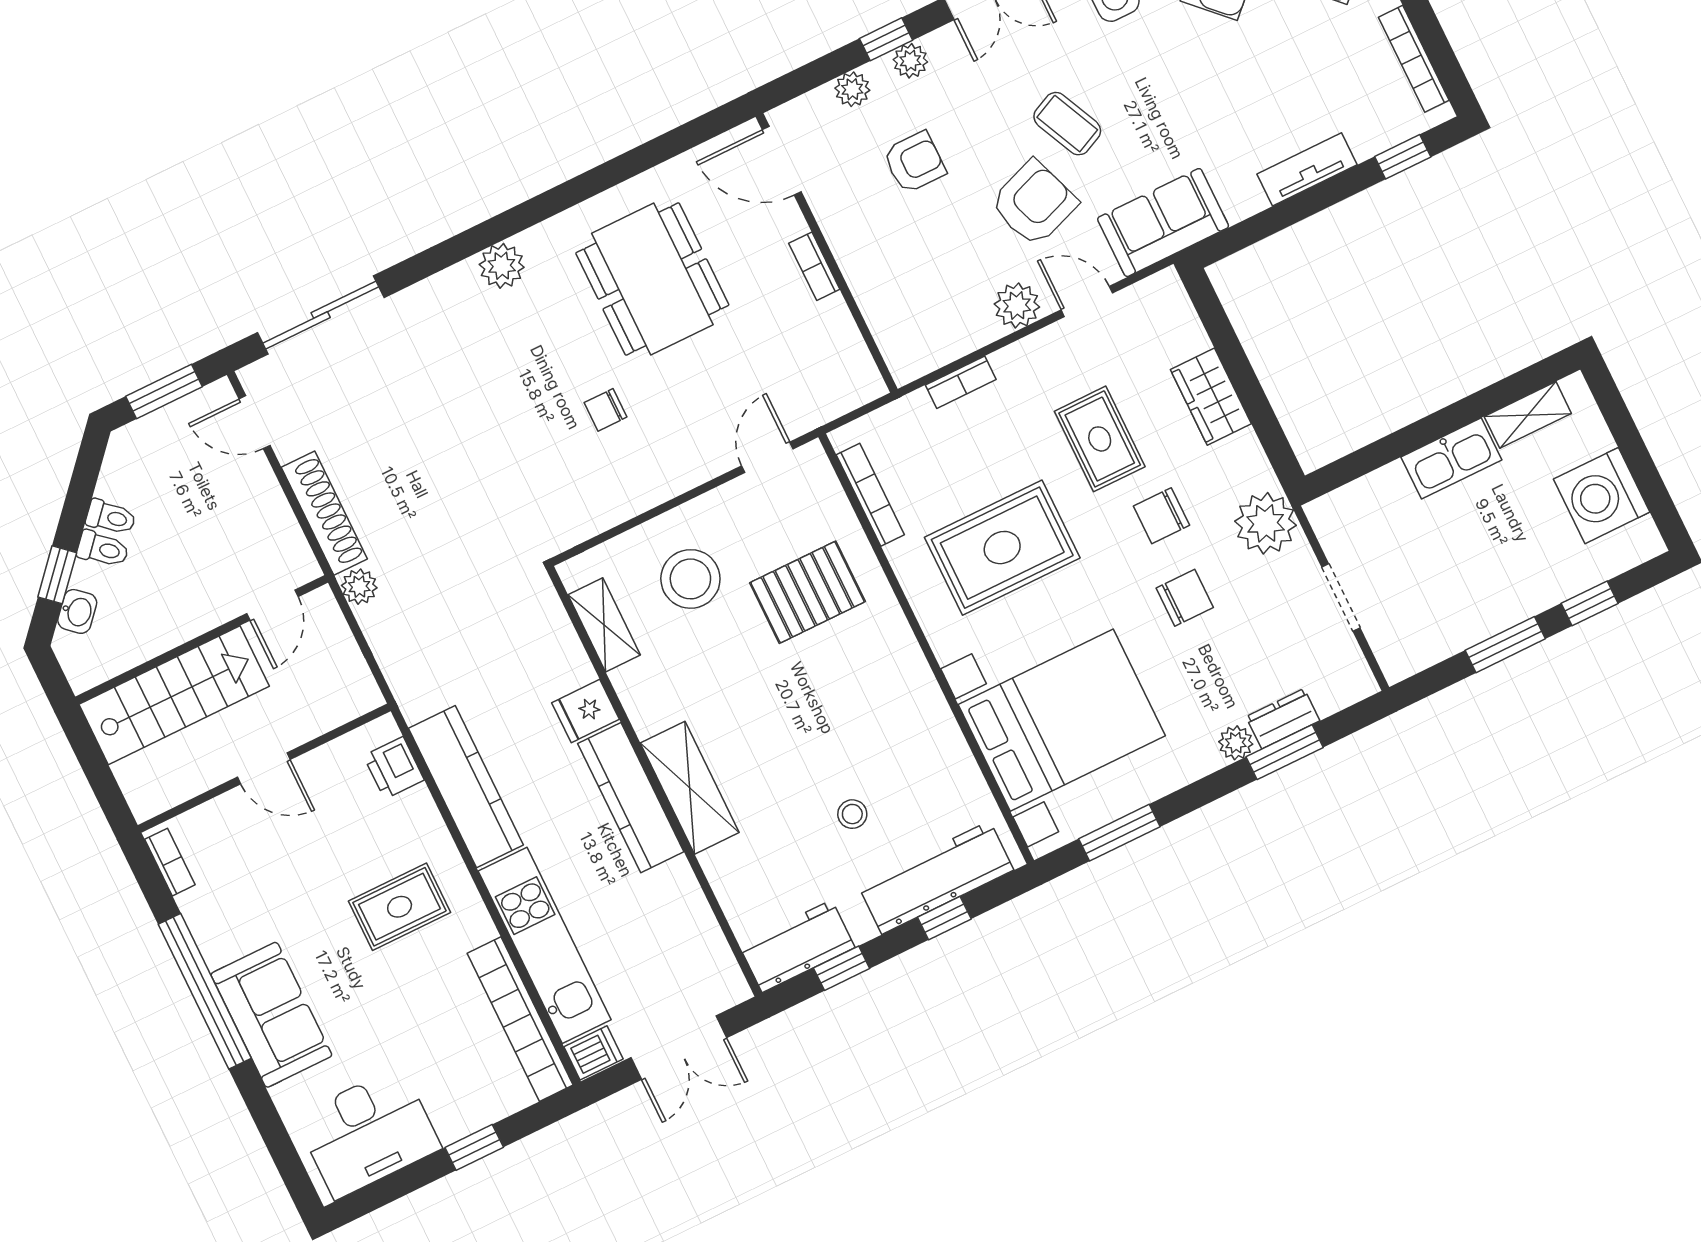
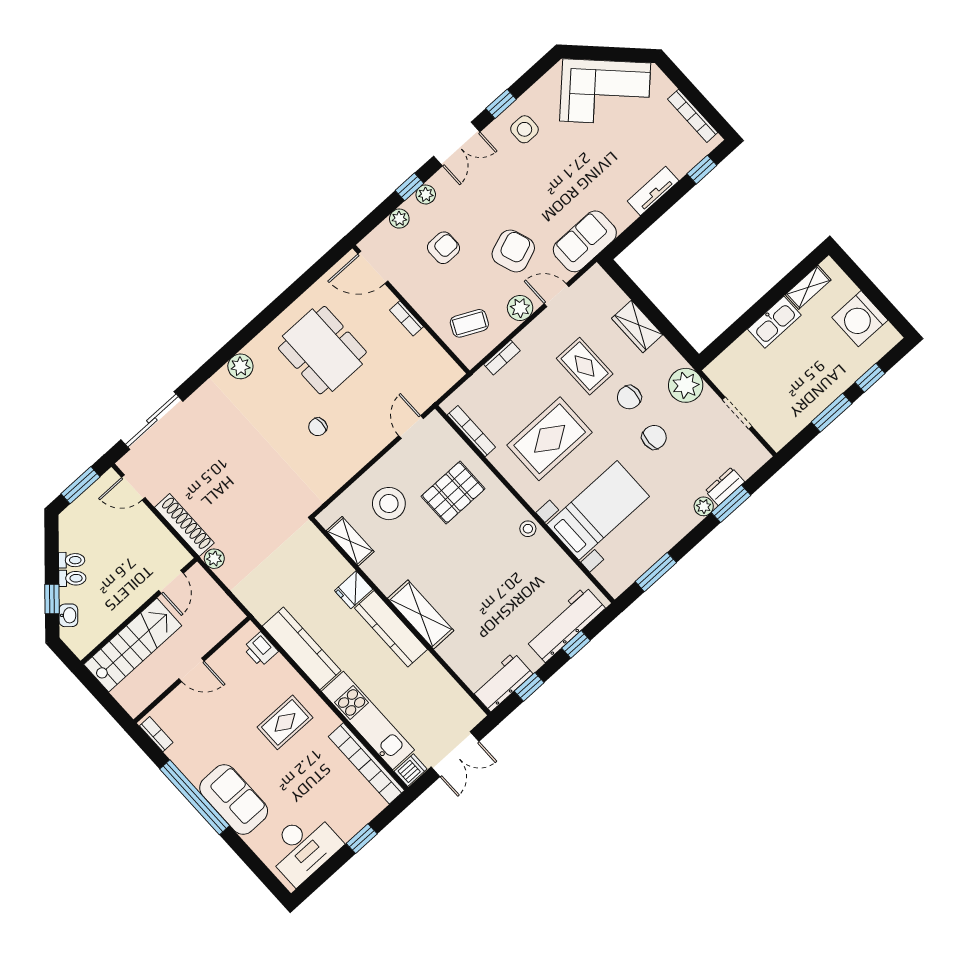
coffee table: (1067, 124) -> (469, 323), moved, turned -39
bed with nightstands: (1062, 720) -> (598, 510), width x0.73
stool: (852, 814) -> (528, 529), moved

